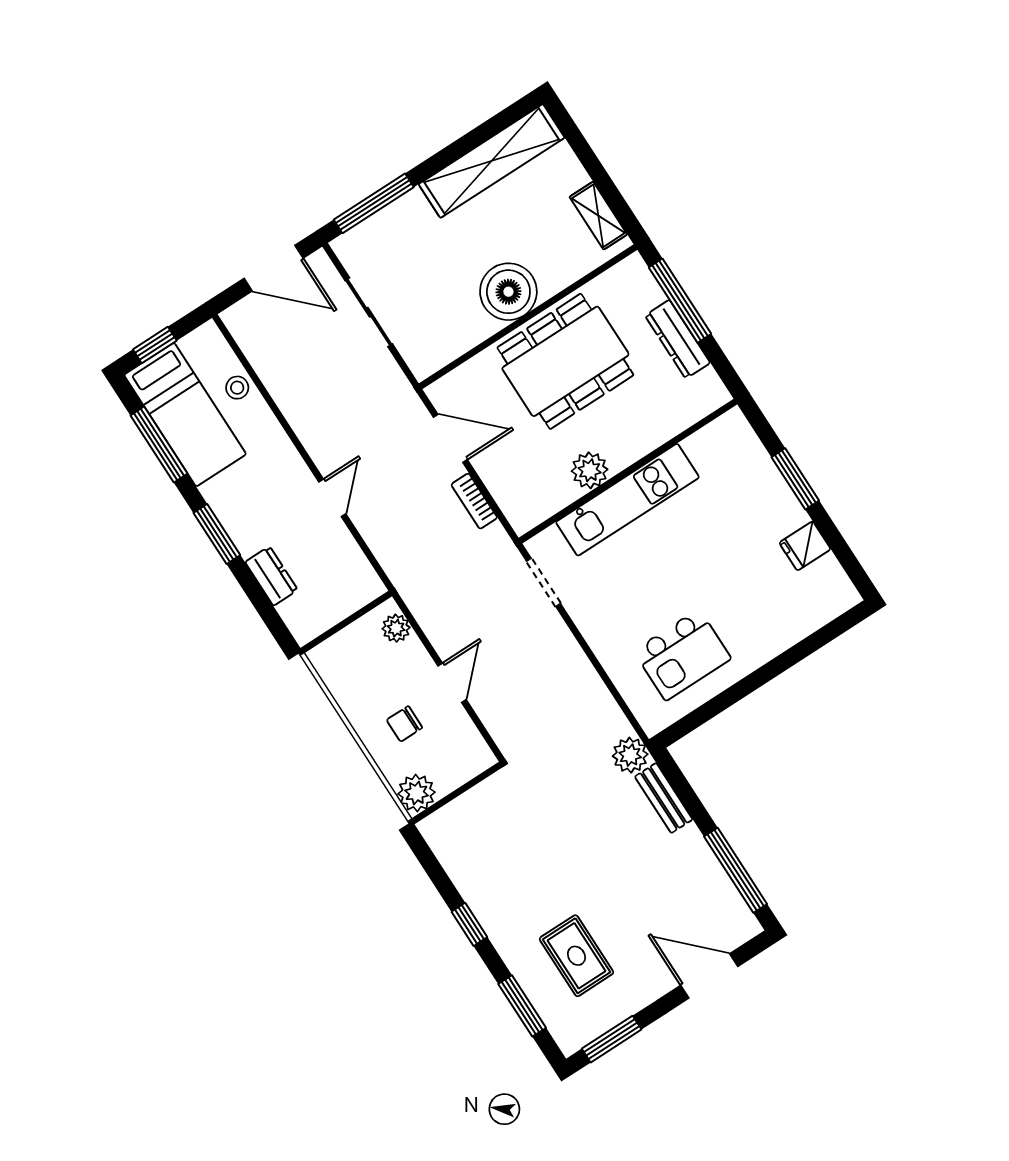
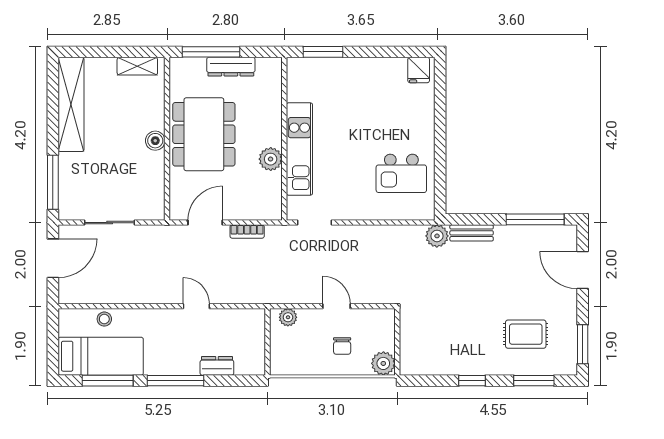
boiler: (508, 292) -> (155, 141), width x0.54, depth x0.54
window: (155, 345) -> (53, 348), removed
window: (795, 479) -> (323, 52), moved
window: (217, 534) -> (176, 381), width x1.44
fridge: (805, 546) -> (419, 70), moved
kitchen island: (682, 655) -> (401, 173), turned 90
door: (709, 976) -> (583, 270), hinge flipped

